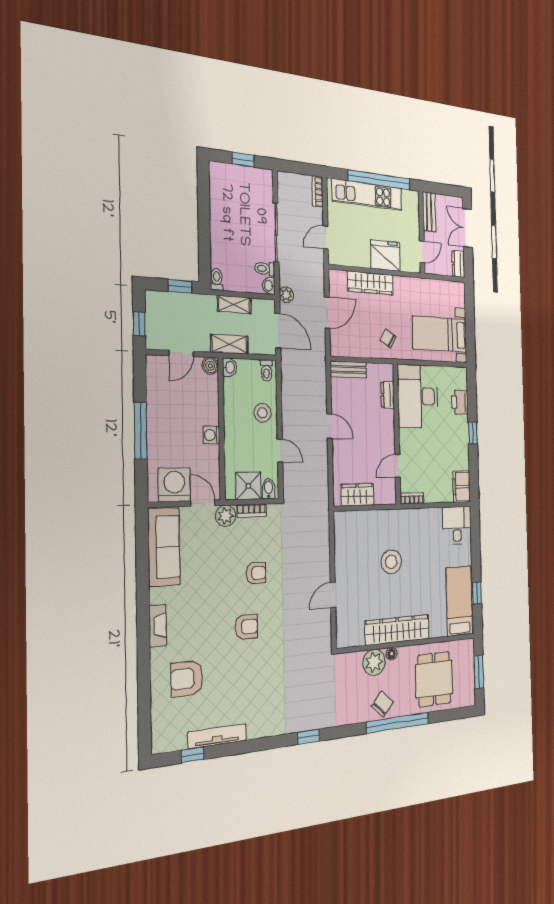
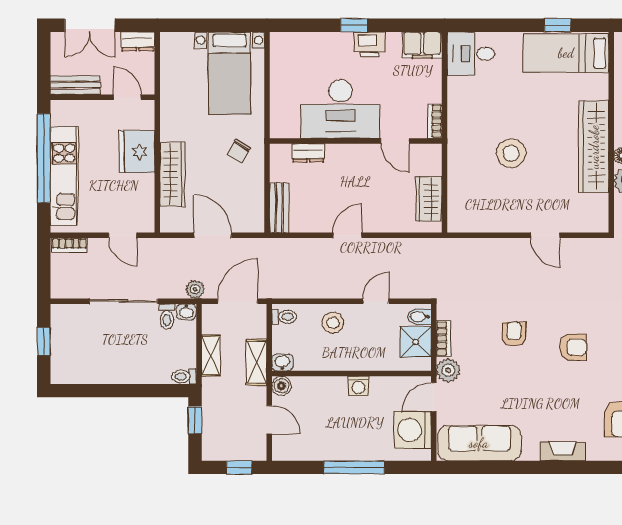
desk: (418, 396) -> (340, 109), moved
printer: (460, 402) -> (370, 45), moved
armchair: (246, 627) -> (573, 347), turned 90

